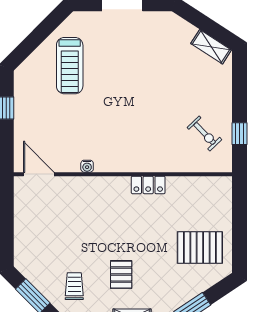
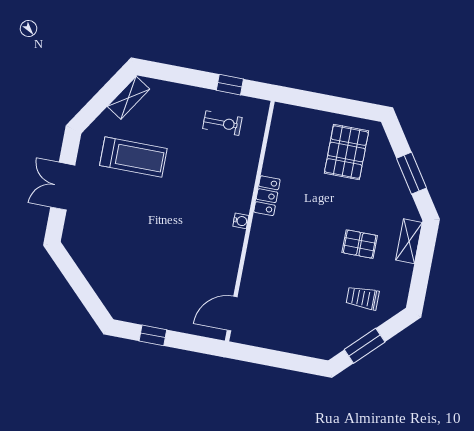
treadmill: (70, 66) -> (133, 157), moved
exercise bike: (205, 134) -> (222, 123), turned 44
water cooler: (87, 166) -> (241, 221), moved

